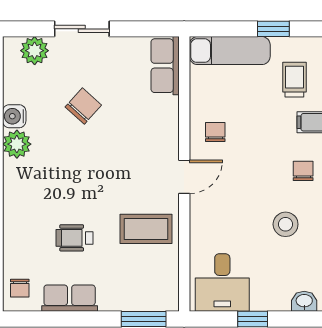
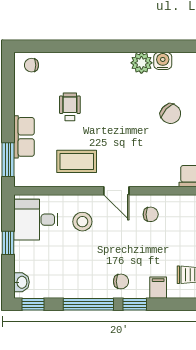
stool: (286, 224) -> (82, 222), moved
coffee table: (146, 229) -> (77, 161), turned 90
row of seats: (70, 298) -> (24, 137), moved

